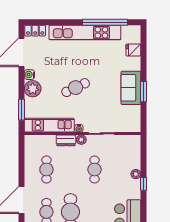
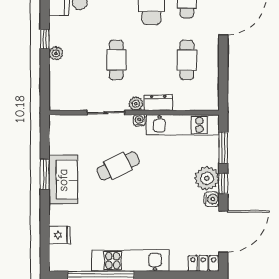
kitchen unit: (85, 33) -> (130, 261), width x0.73
window: (22, 85) -> (223, 183), added
cafe table: (76, 88) -> (118, 166), moved

